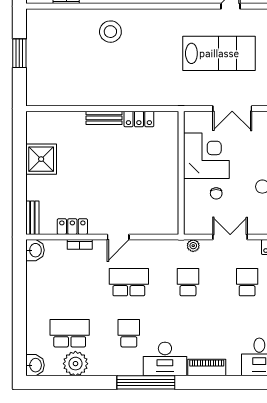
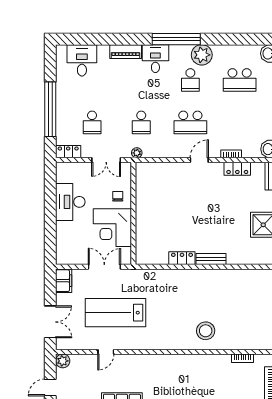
corner desk: (206, 156) -> (112, 228), moved
wall: (181, 173) -> (133, 213), moved
desk: (165, 359) -> (155, 59), width x0.73
plant: (75, 364) -> (202, 55), moved

